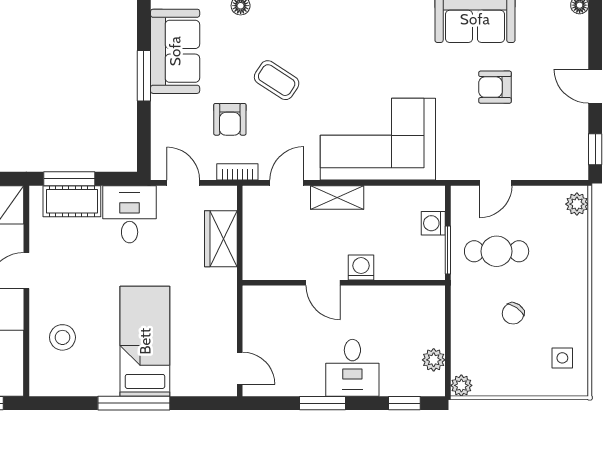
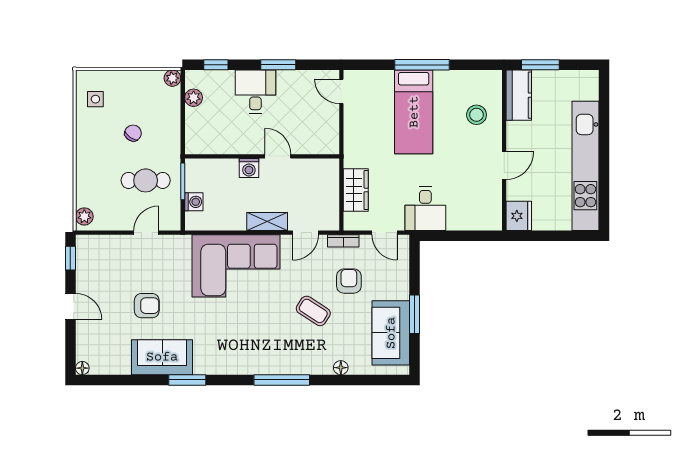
window: (69, 179) -> (471, 236), removed
cot: (72, 201) -> (469, 219), removed

